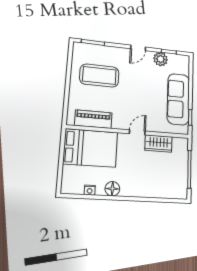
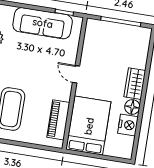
wardrobe: (158, 143) -> (135, 84), moved, turned 180
nightstand: (90, 190) -> (128, 125), width x1.89, depth x1.79

